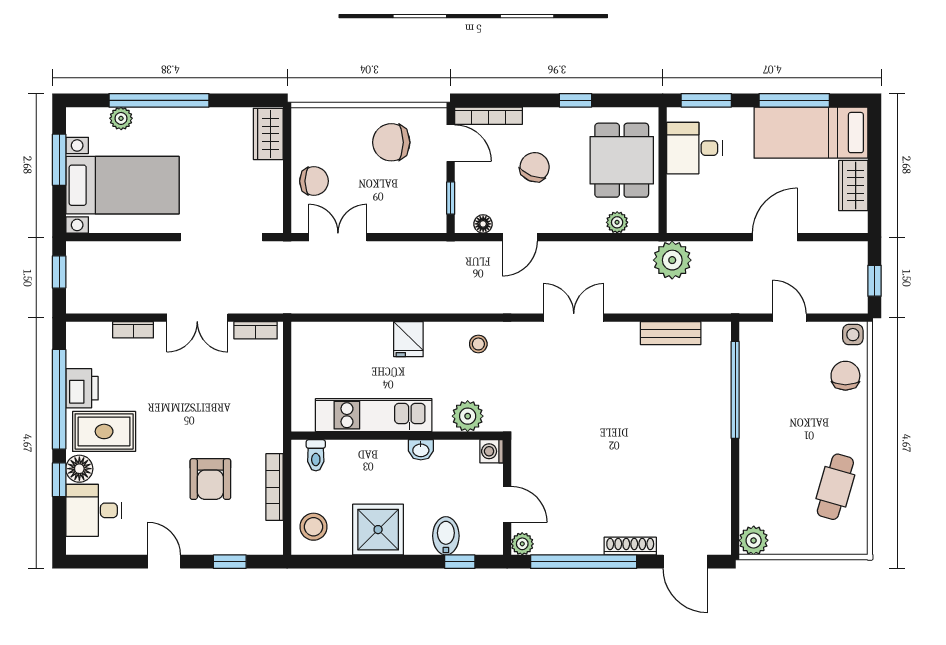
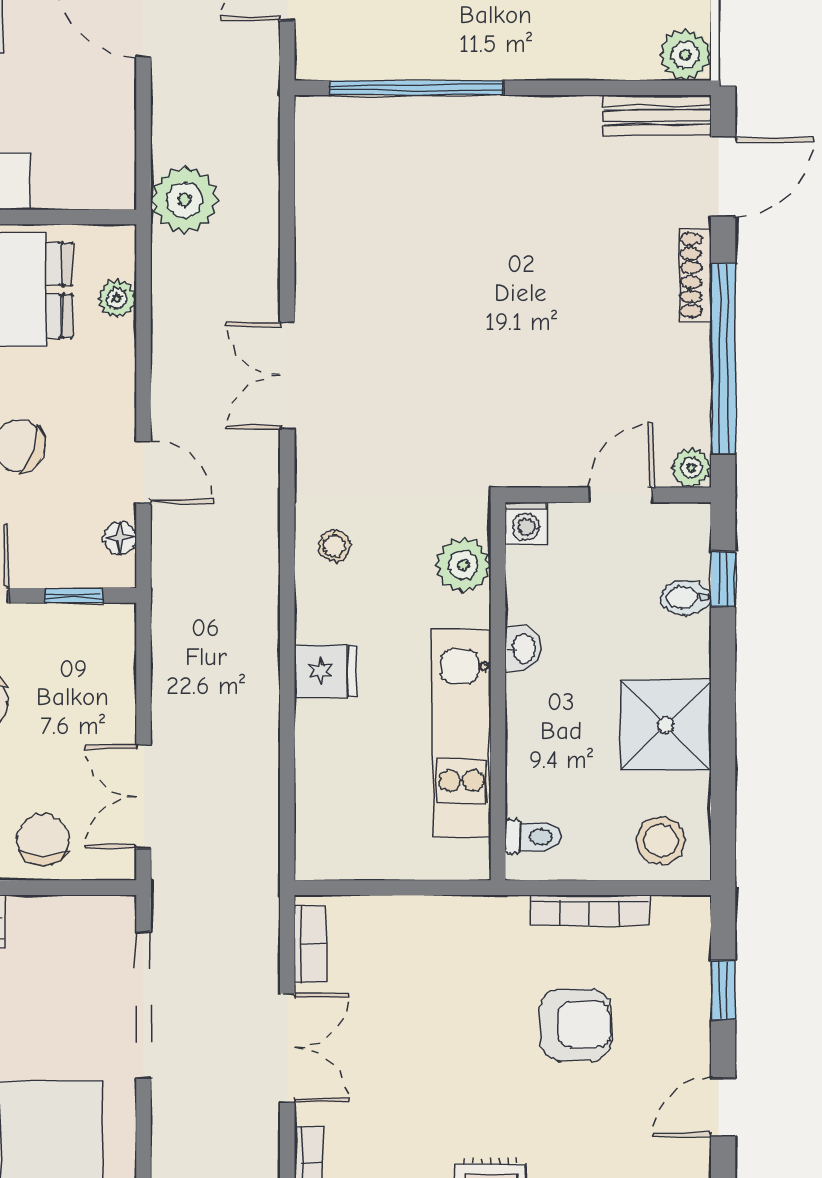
bench: (671, 333) -> (657, 115), moved, turned 90
bidet: (446, 536) -> (686, 598), width x0.72, depth x0.74

